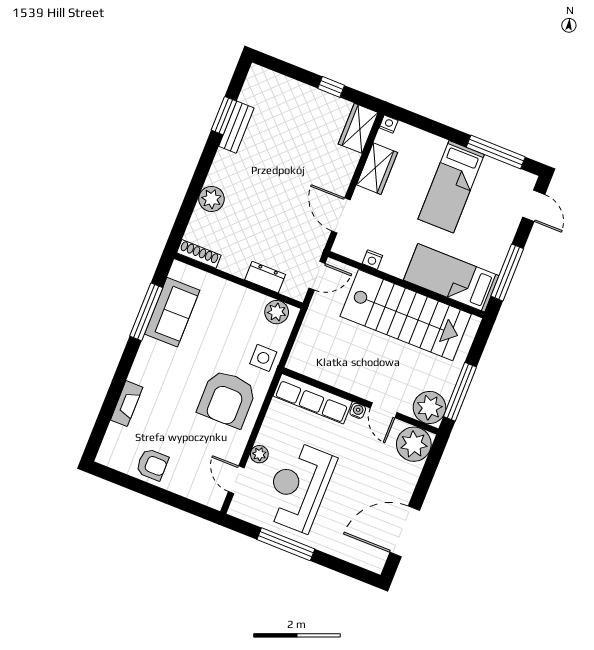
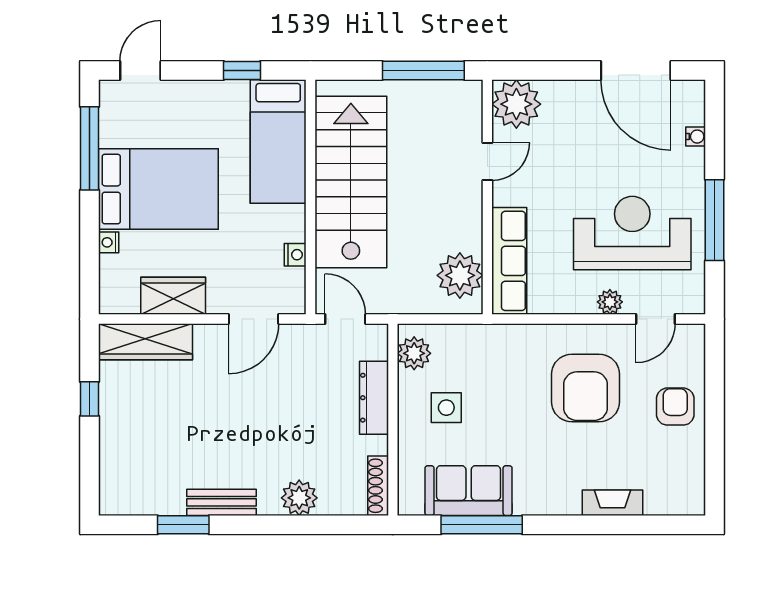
nightstand: (389, 124) -> (109, 242), moved
bench: (236, 127) -> (222, 502), moved
wardrobe: (358, 128) -> (145, 342), width x1.50
bed: (451, 187) -> (158, 189), width x1.50
window: (507, 272) -> (242, 71), width x0.46
dresser: (265, 277) -> (374, 398), width x1.44
side table: (263, 358) -> (446, 408), moved
armchair: (227, 399) -> (586, 388), moved, turned 90
plant: (429, 407) -> (460, 275), moved
water cooler: (358, 411) -> (696, 137), moved, turned 180
armchair: (152, 465) -> (675, 407), moved
reception desk: (299, 487) -> (632, 233), turned 180

